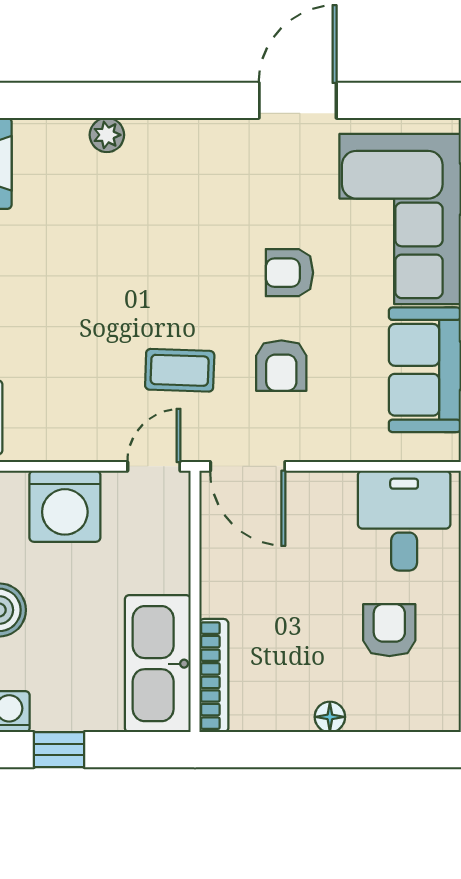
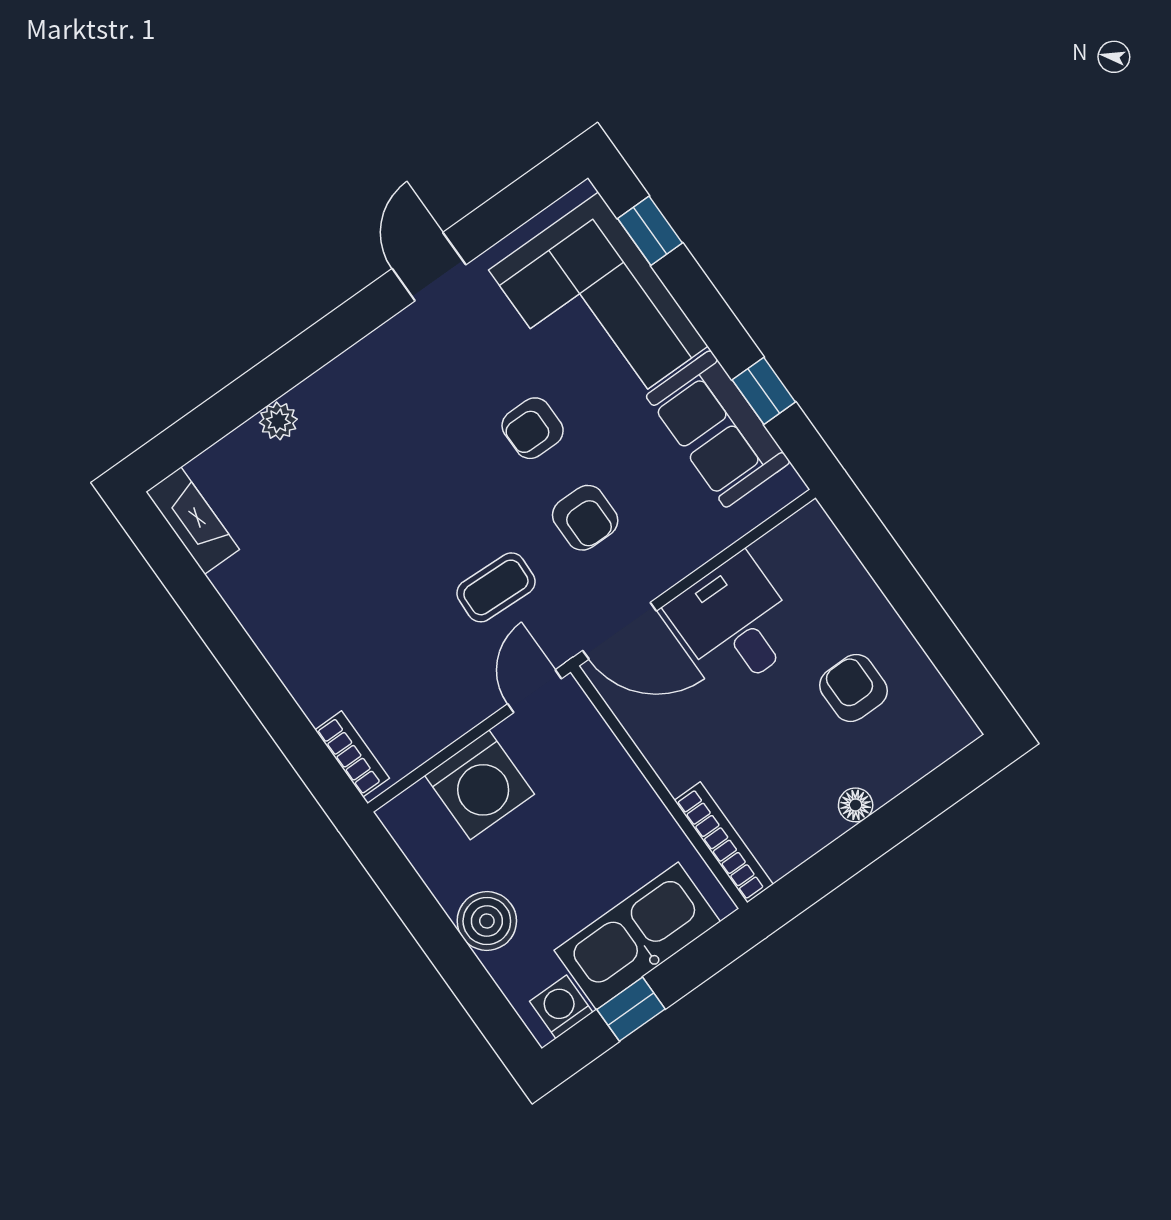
door: (298, 100) -> (429, 267), width x0.73
desk: (404, 521) -> (735, 623), moved
kitchen sink: (158, 664) -> (637, 936), moved, turned 90

